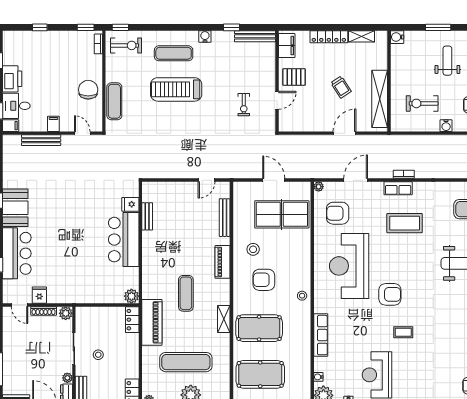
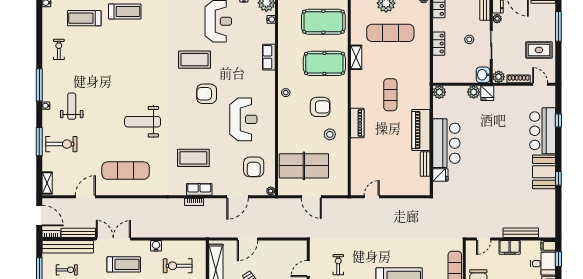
exercise bike: (422, 103) -> (178, 266), turned 180
filing cabinet: (53, 124) -> (510, 247), width x2.00
door: (82, 133) -> (484, 239), hinge flipped
armchair: (338, 213) -> (254, 167), turned 90
bench: (225, 218) -> (355, 163), removed
reception desk: (349, 266) -> (243, 119), width x0.74, depth x0.77
fridge: (39, 295) -> (487, 93), moved
plant: (93, 296) -> (474, 92), added
washbasin: (83, 315) -> (483, 75), added
shelving: (224, 319) -> (356, 57), moved
locker: (132, 320) -> (439, 44), moved
piano: (152, 322) -> (421, 130), moved
coffee table: (403, 332) -> (195, 60), width x1.86, depth x1.72
row of seats: (321, 335) -> (269, 57), width x0.68
rug: (21, 343) -> (539, 50), added

